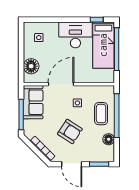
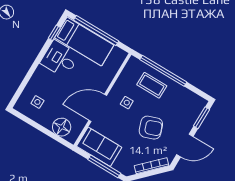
desk: (75, 35) -> (60, 59), width x0.73
door: (61, 84) -> (98, 108), hinge flipped
armchair: (70, 131) -> (151, 128), turned 37
floor lamp: (109, 139) -> (182, 93), removed

